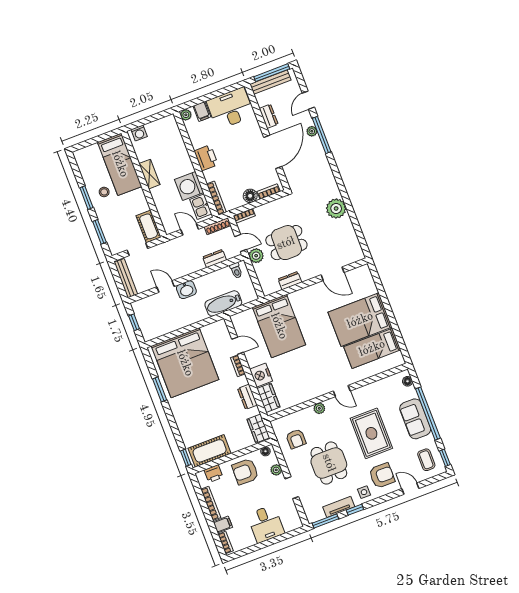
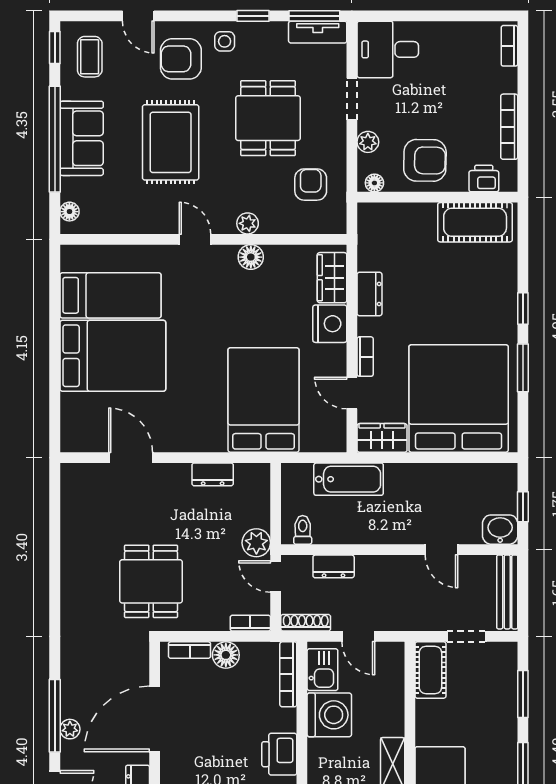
stool: (104, 192) -> (487, 763), removed
plant: (336, 208) -> (79, 573), removed
dining table: (286, 243) -> (151, 581), moved, turned 90
washbasin: (186, 290) -> (500, 530), moved
floor lamp: (312, 393) -> (251, 257), added
wardrobe: (258, 429) -> (382, 438), moved, turned -90
window: (186, 458) -> (523, 309), moved
tv unit: (339, 507) -> (318, 32), moved
desk: (266, 524) -> (388, 49), moved, turned -90
filing cabinet: (223, 525) -> (502, 80), removed

